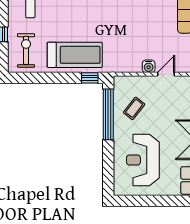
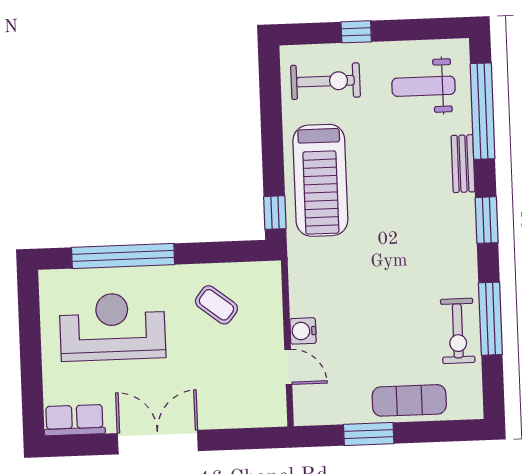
window: (108, 114) -> (123, 256), moved

